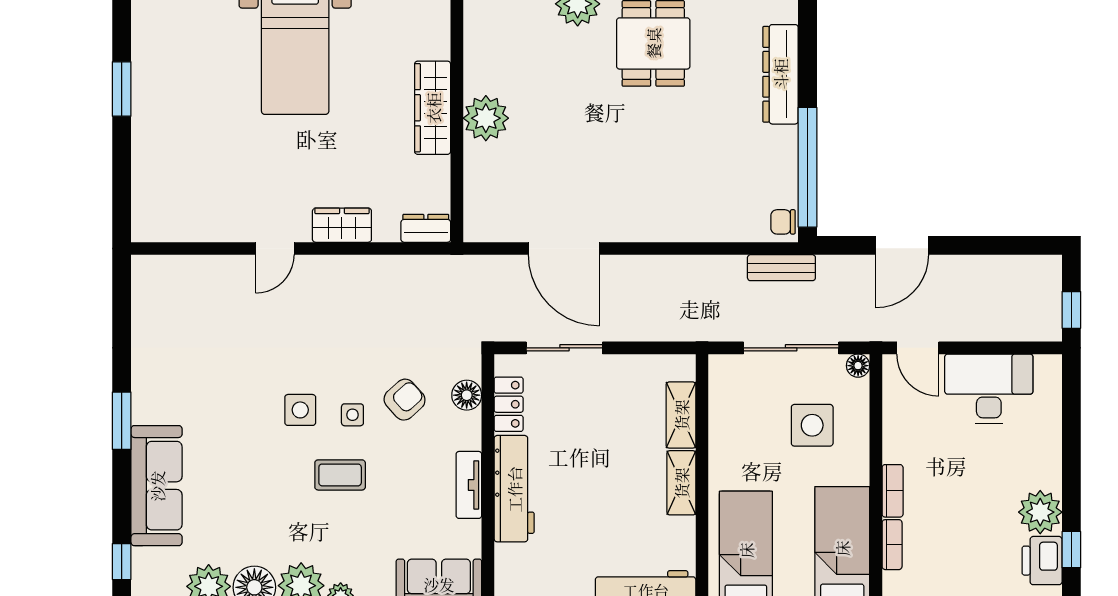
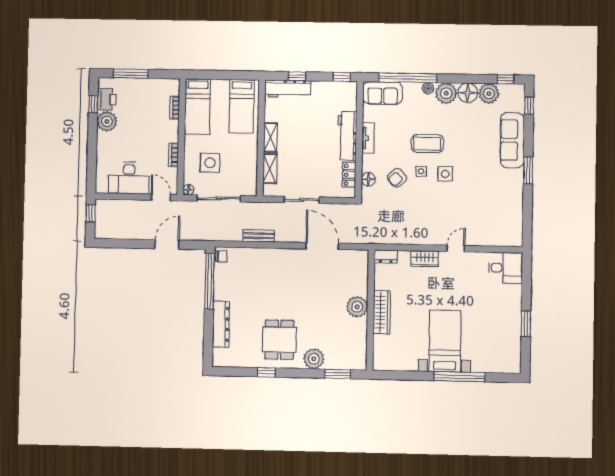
desk: (167, 209) -> (506, 268), added
bench: (781, 268) -> (259, 236), moved
sliding door: (564, 348) -> (302, 200), moved
coffee table: (340, 475) -> (427, 144), width x1.36, depth x1.30
bookcase: (893, 491) -> (173, 155), moved

